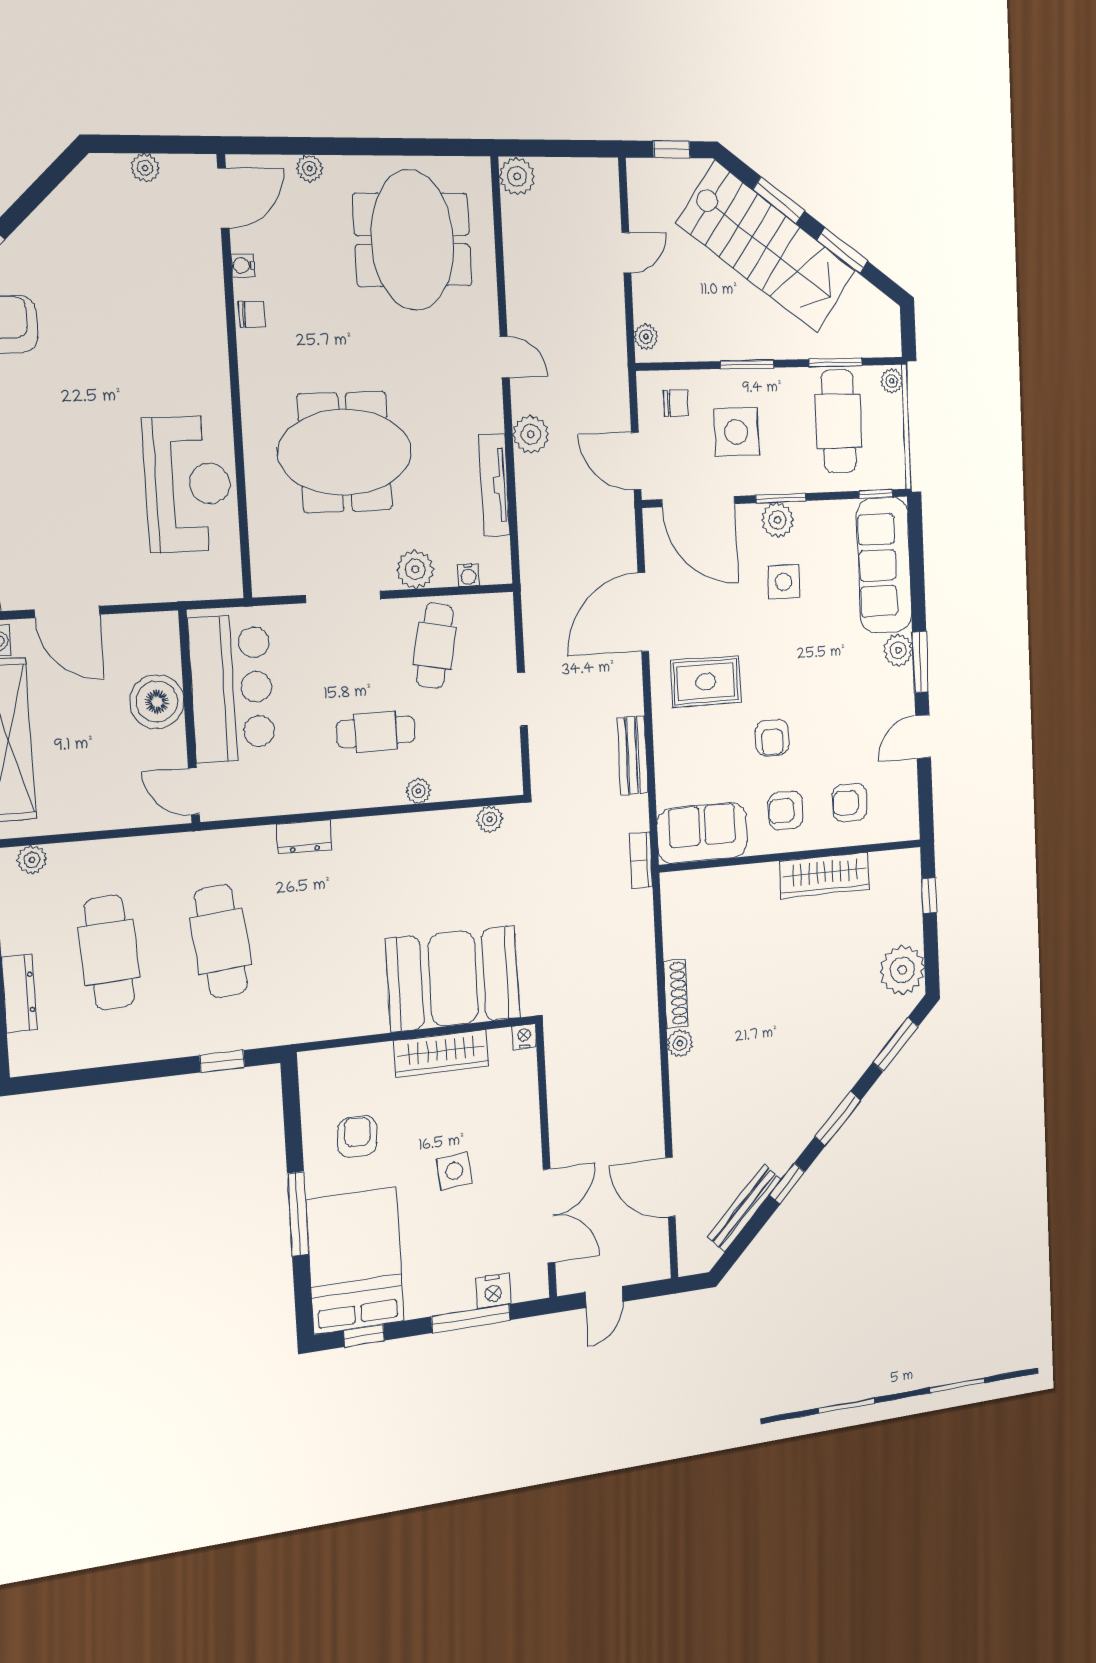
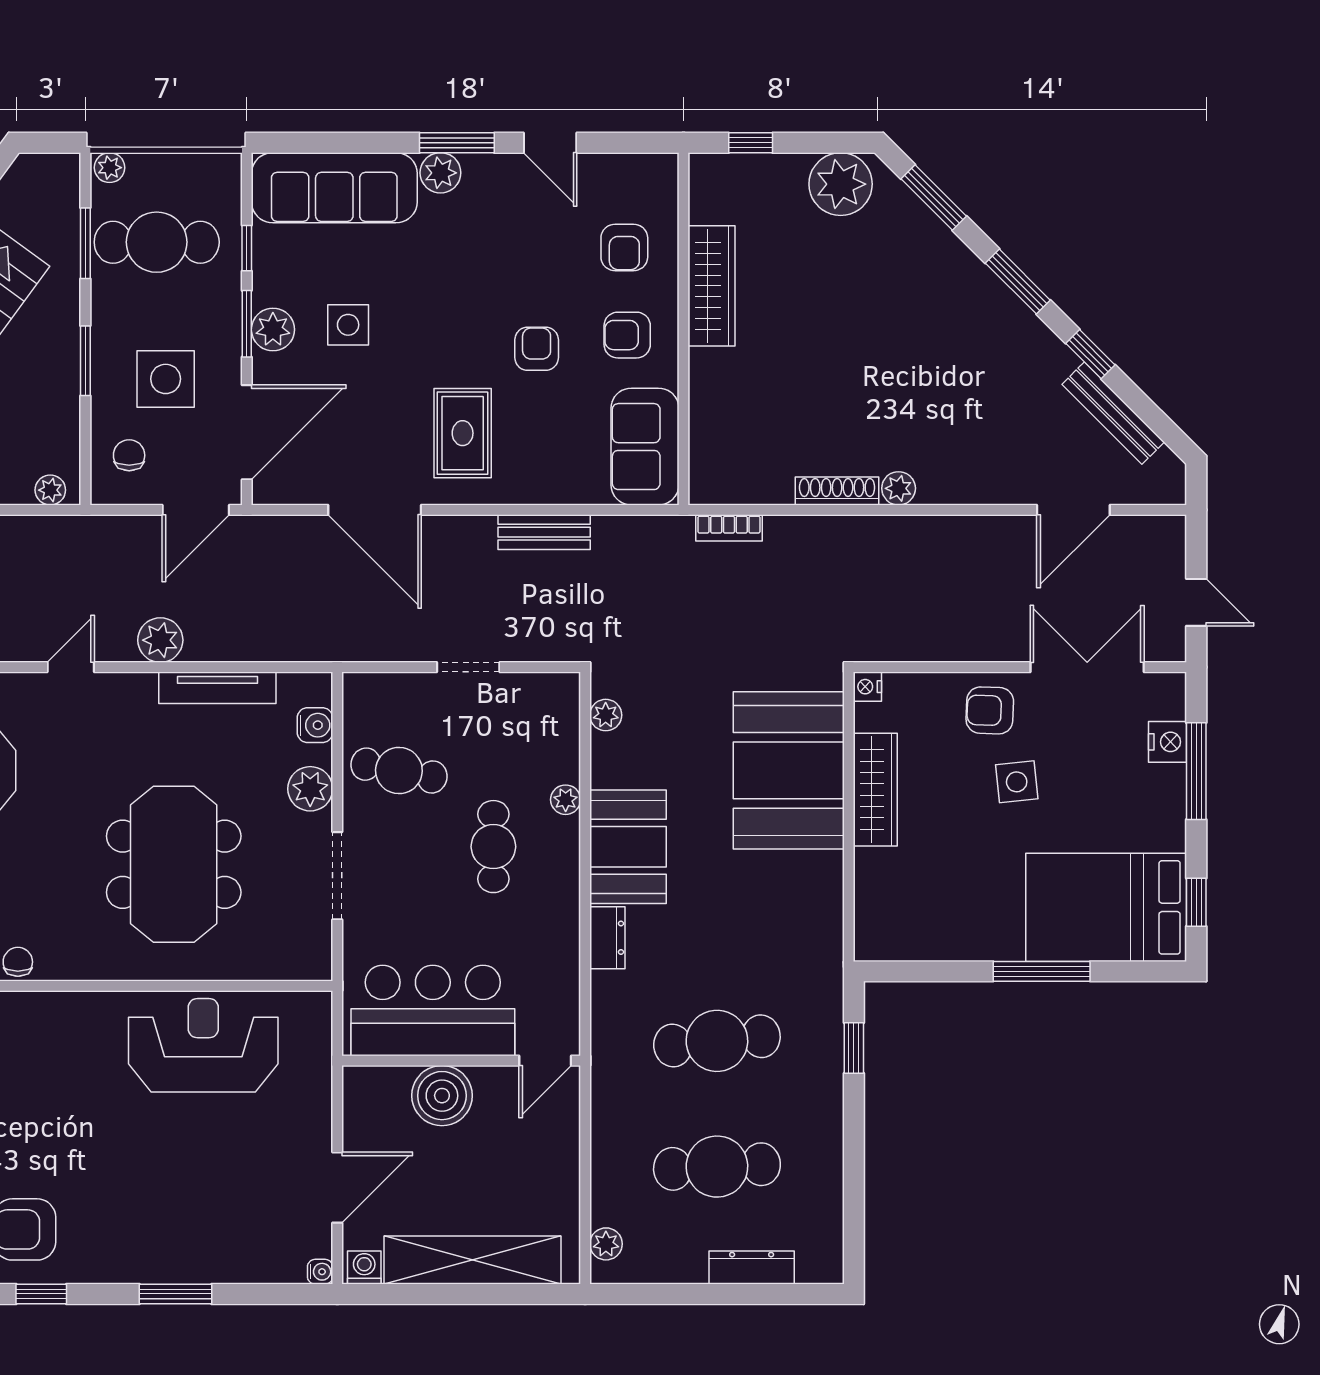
window: (876, 494) -> (247, 248), moved
water cooler: (468, 575) -> (315, 725), width x1.38, depth x1.38
armchair: (772, 738) -> (537, 349), turned -90
armchair: (786, 811) -> (627, 335), turned 90
booth: (382, 848) -> (628, 847), added
bookcase: (641, 860) -> (729, 528), moved
armchair: (357, 1137) -> (990, 710), moved

